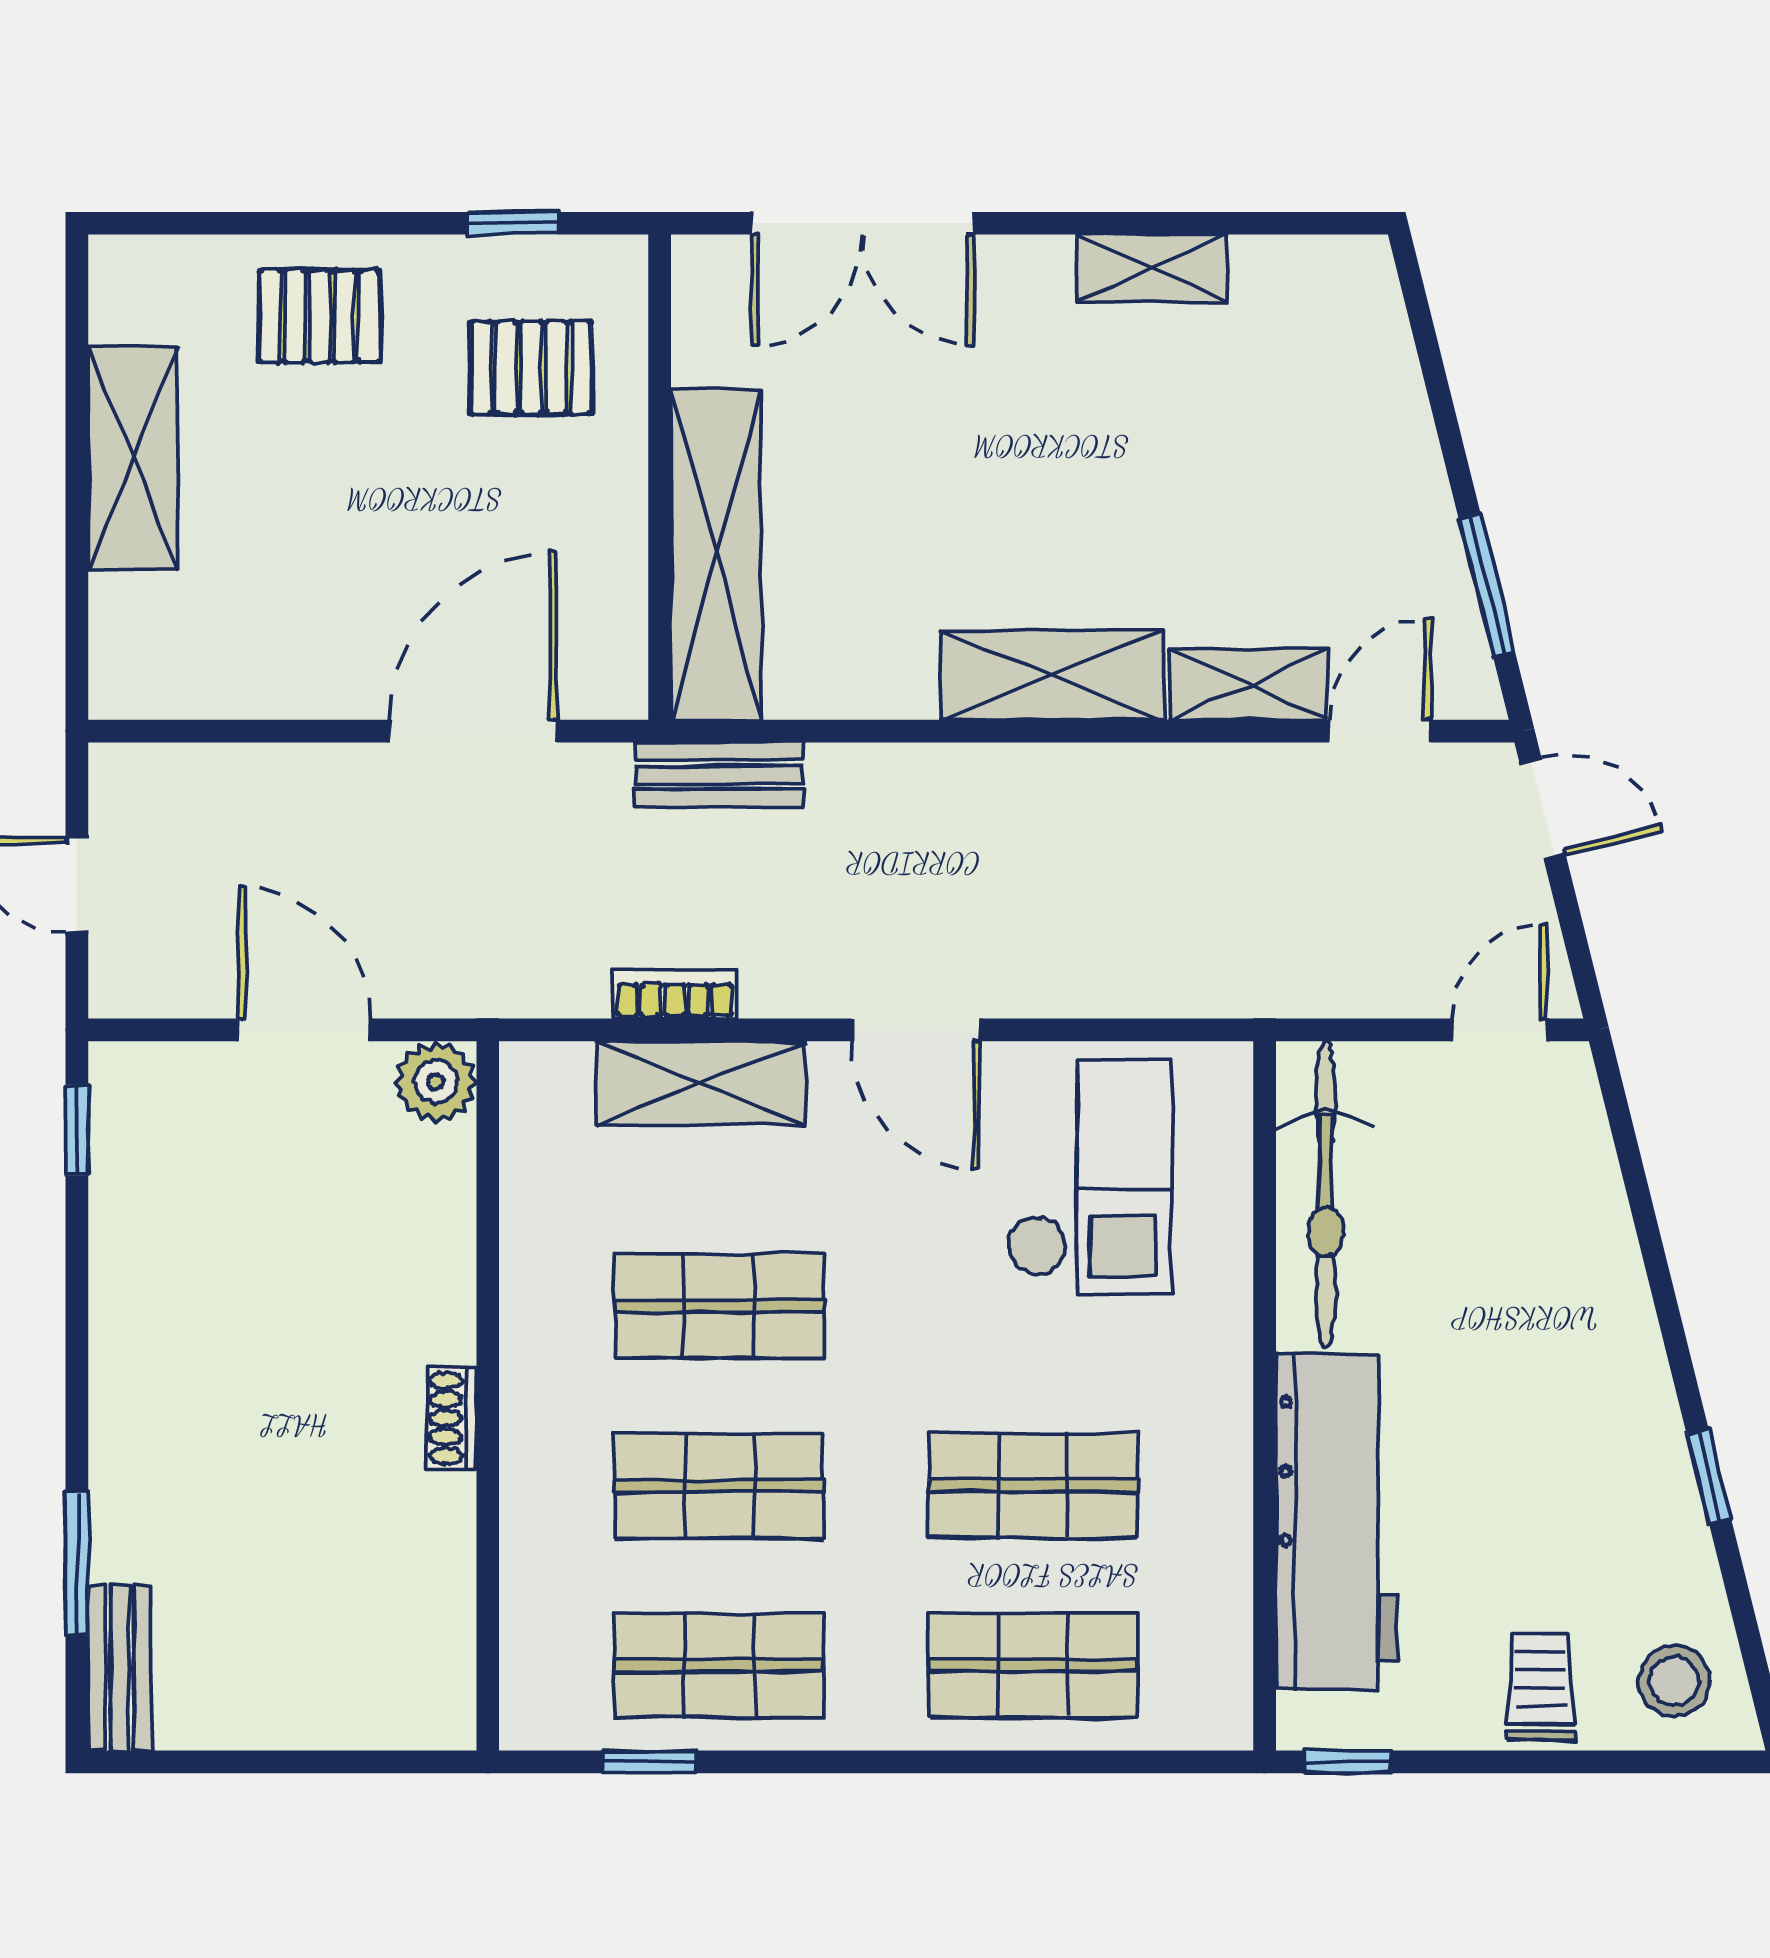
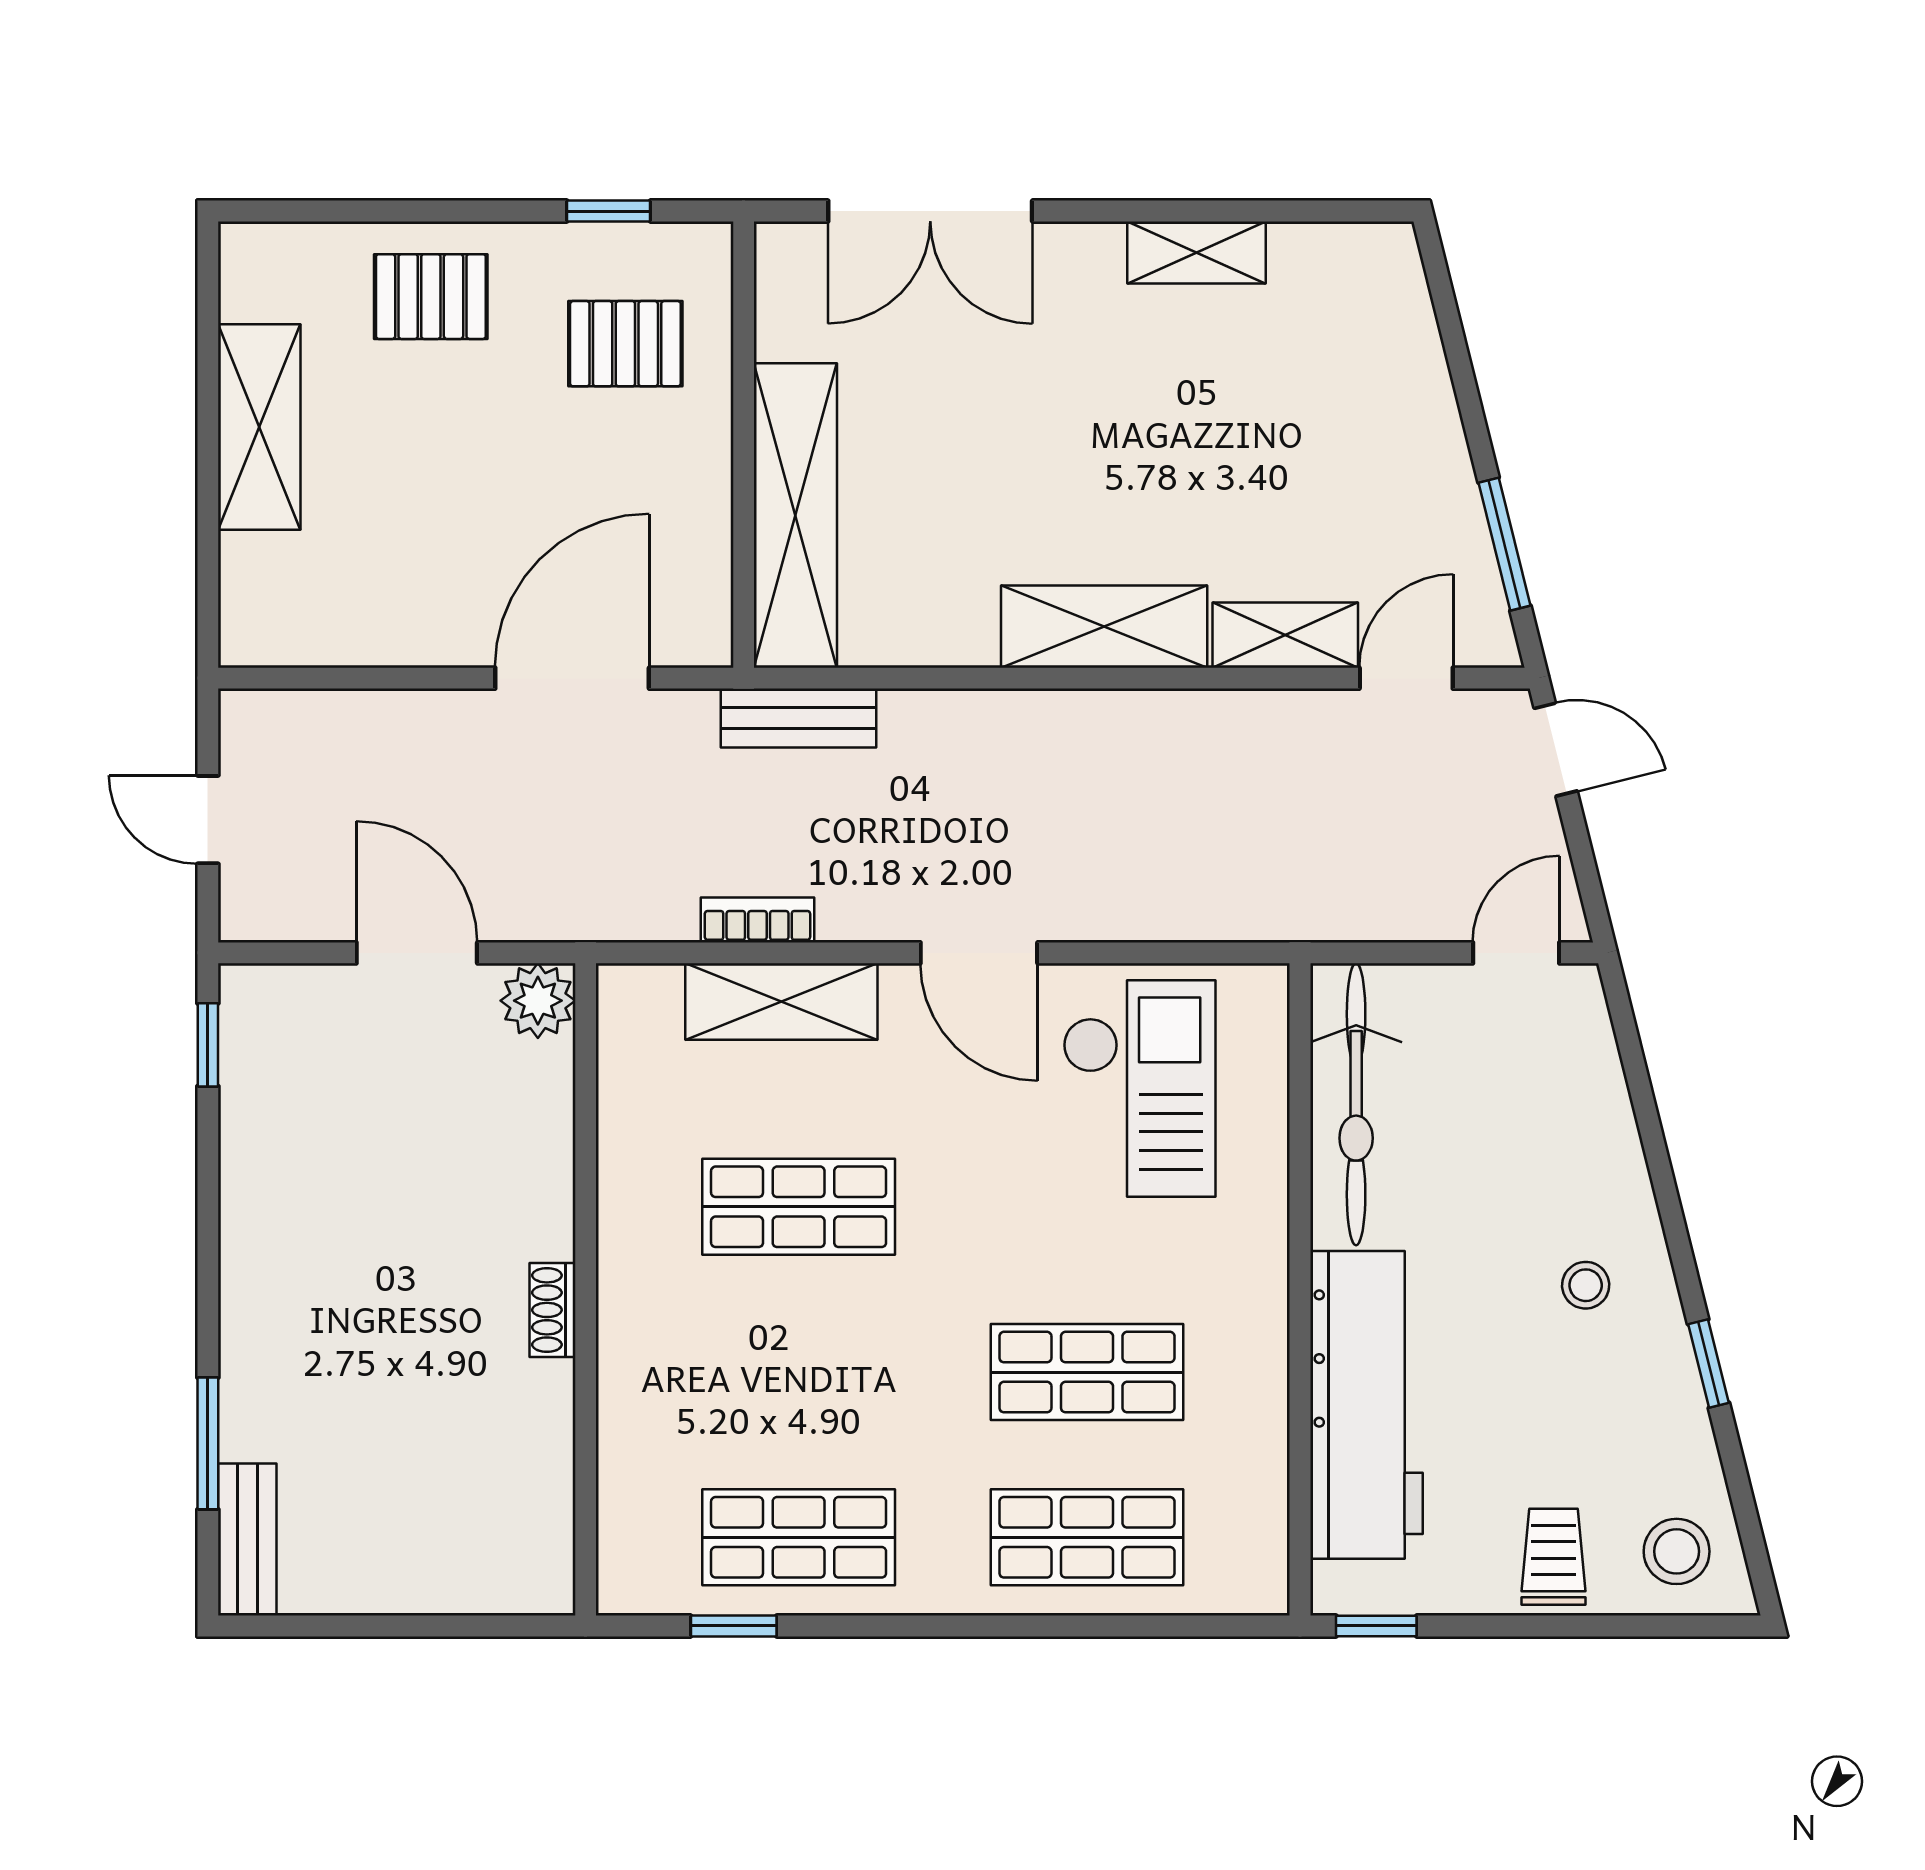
stool: (1575, 1391) -> (1586, 1285), added
shop shelf: (719, 1486) -> (799, 1372), removed

